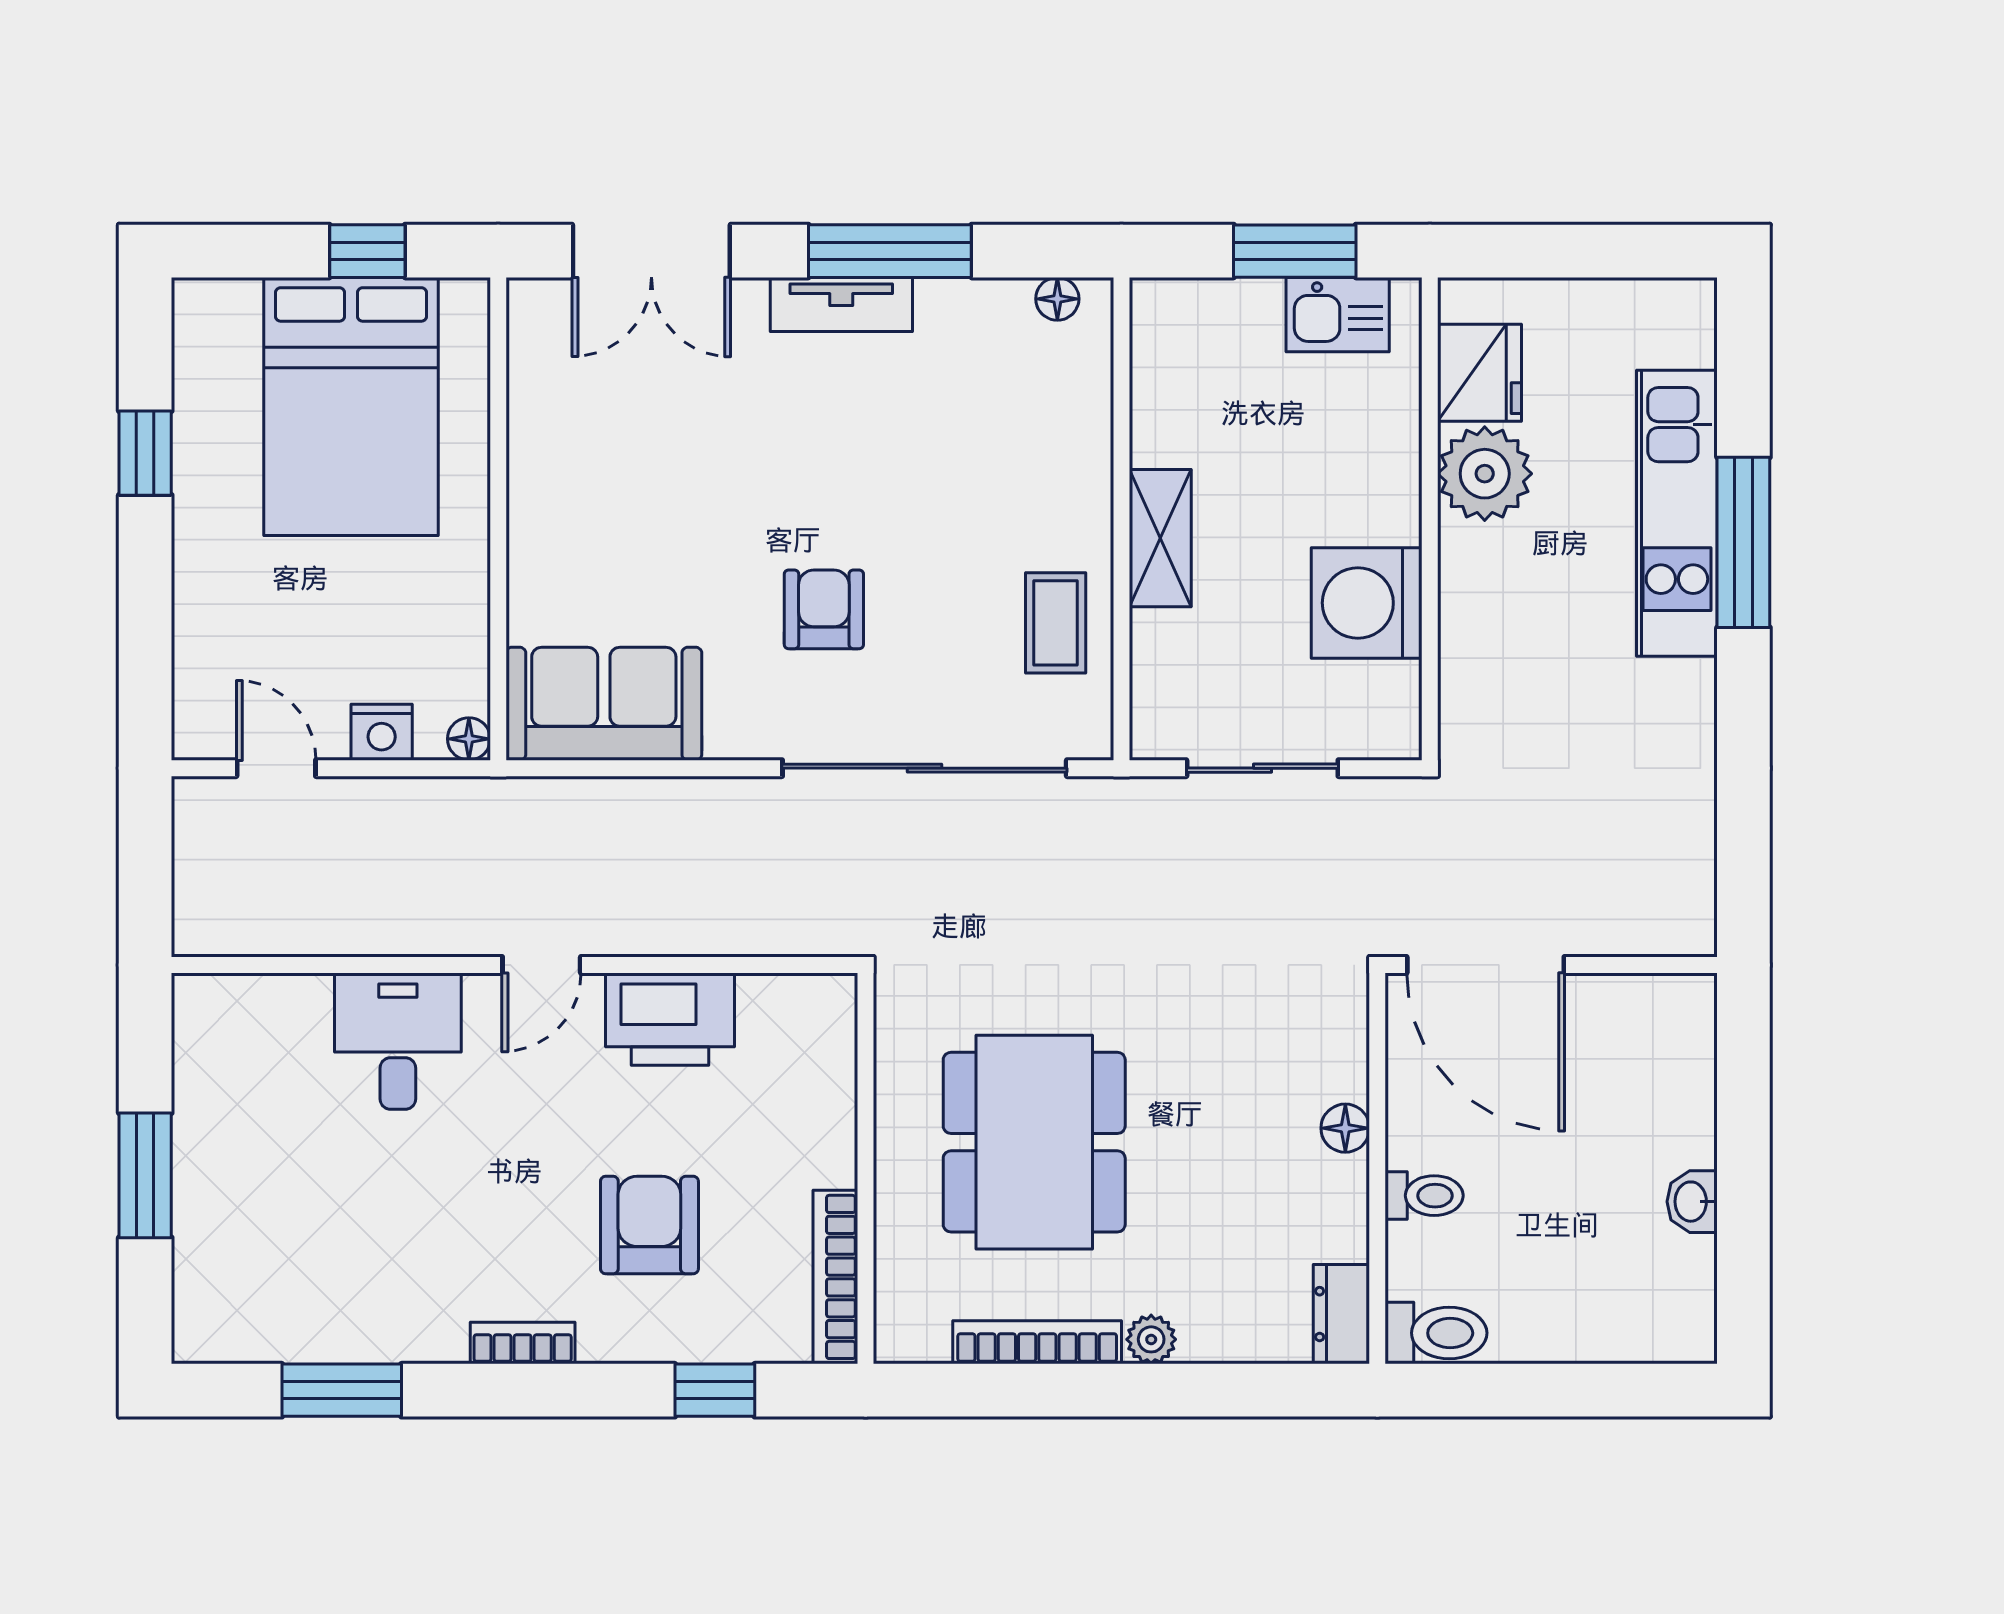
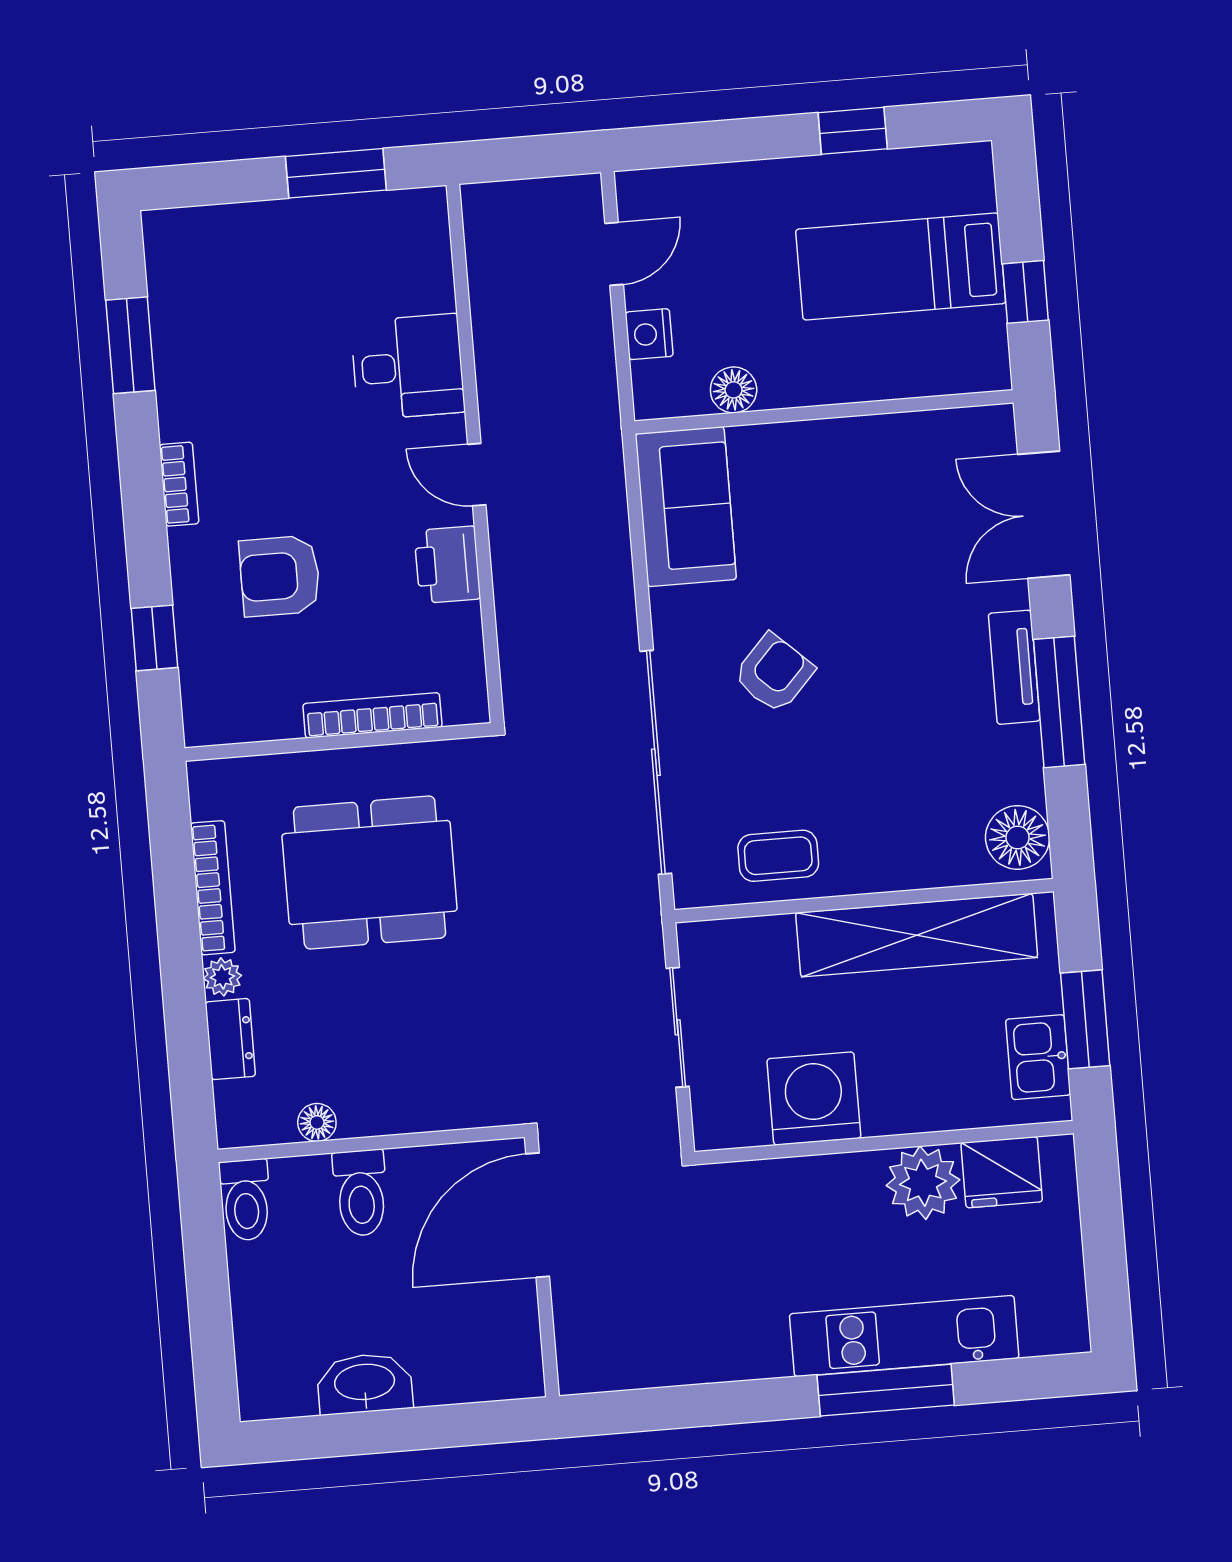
floor lamp: (1057, 299) -> (1018, 837), width x1.89, depth x1.89
bed: (351, 406) -> (901, 266), width x0.67
shelving: (1160, 538) -> (917, 935), width x2.20, depth x1.33
armchair: (824, 609) -> (774, 673), turned -47
floor lamp: (469, 739) -> (734, 390), moved, width x1.37, depth x1.37
printer: (670, 1019) -> (447, 565), width x0.73, depth x0.84
floor lamp: (1345, 1128) -> (317, 1122), moved
window: (145, 1175) -> (336, 173), moved
toilet: (1424, 1196) -> (361, 1193), width x1.37, depth x1.39
washbasin: (1692, 1202) -> (365, 1384), width x1.91, depth x1.45
armchair: (649, 1225) -> (280, 576), turned 180
bookcase: (835, 1277) -> (372, 715), moved
dresser: (1341, 1314) -> (230, 1039), moved, turned 90

